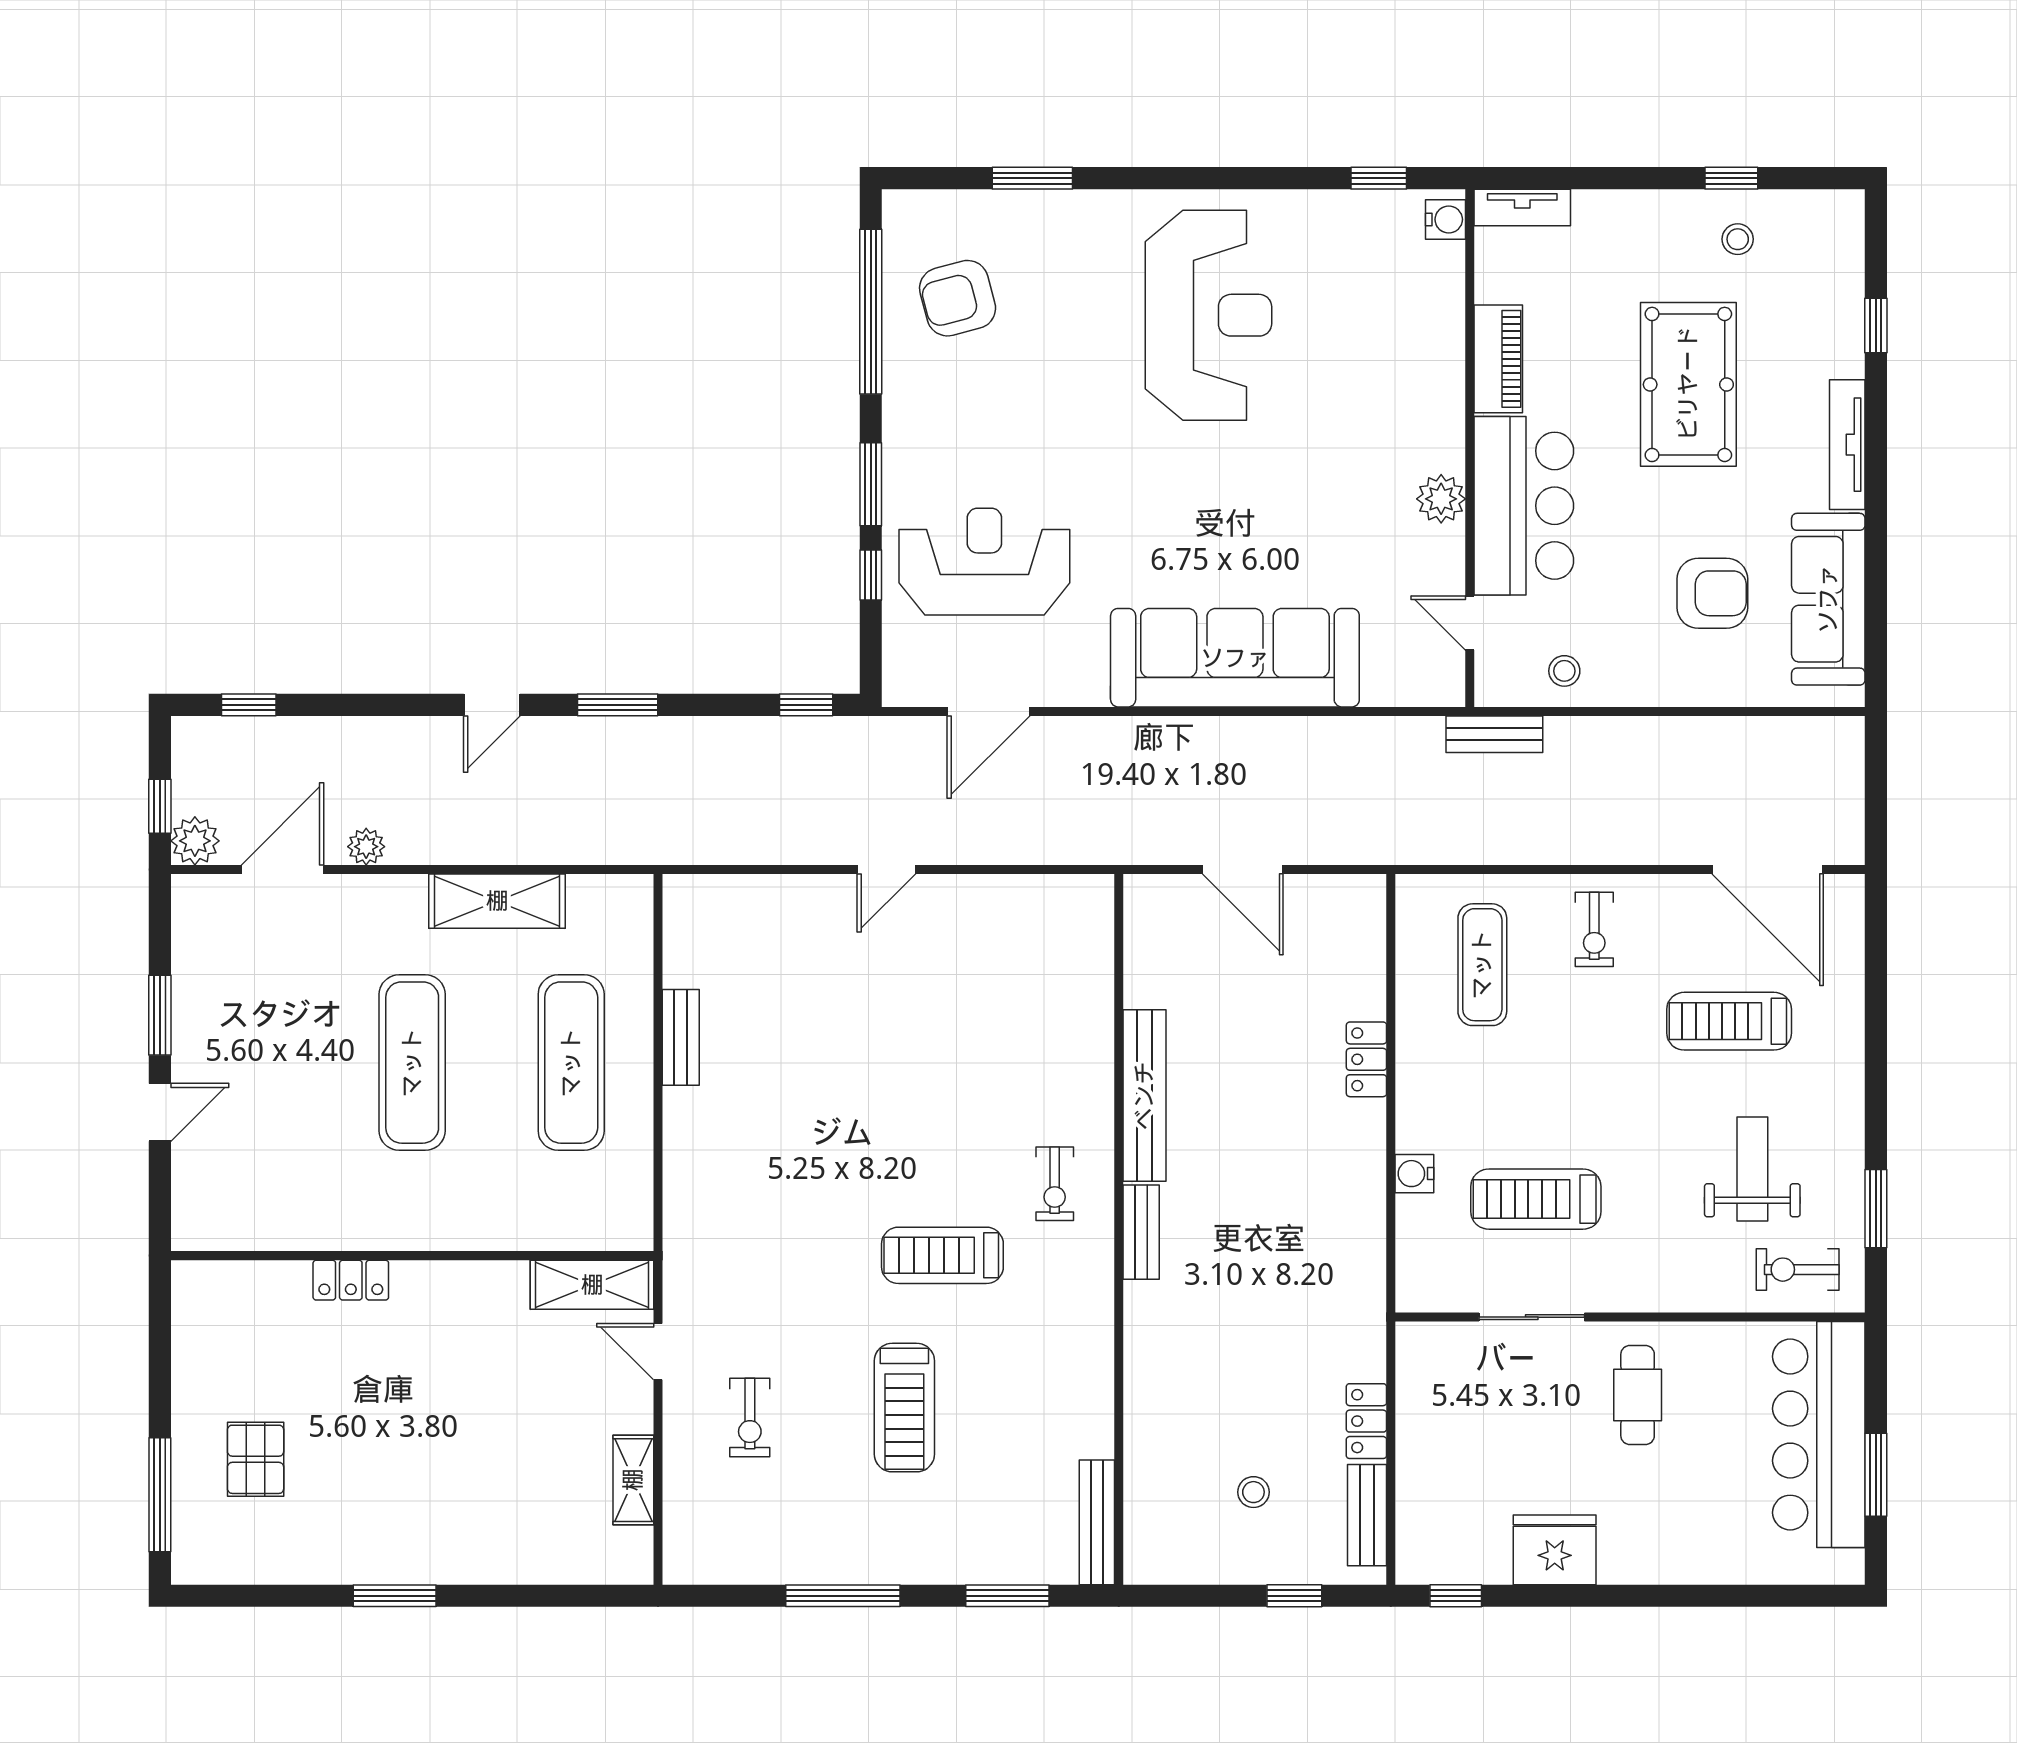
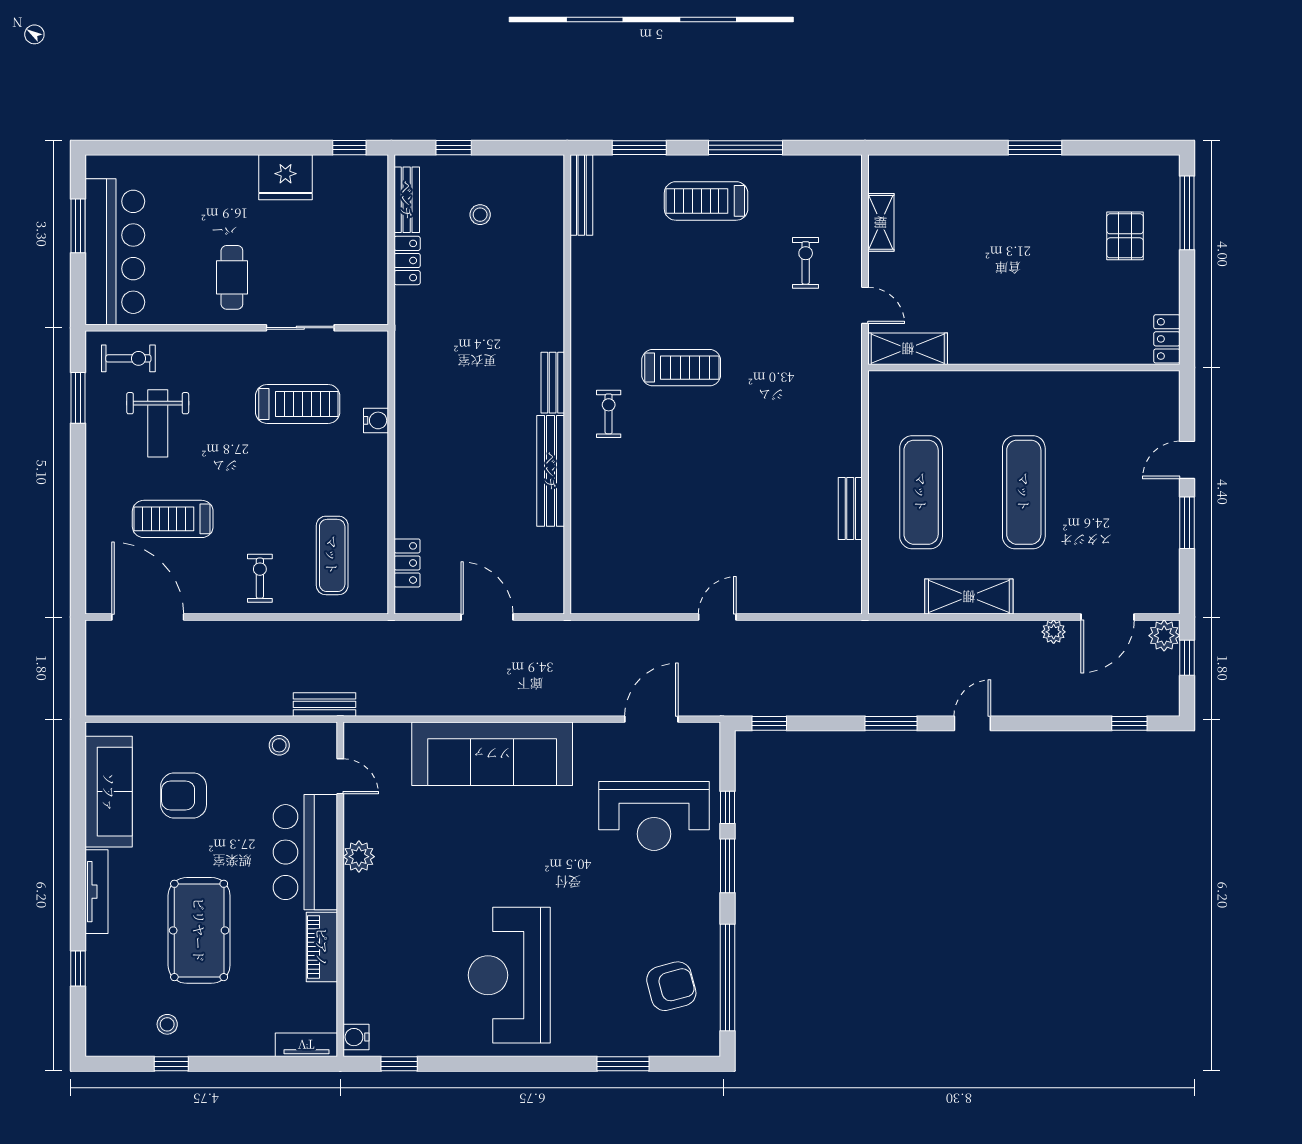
treadmill: (1729, 1021) -> (173, 519), turned 180
locker: (1366, 1059) -> (407, 563), moved
locker: (351, 1280) -> (1167, 339), moved, turned -90
treadmill: (904, 1408) -> (706, 201), moved, turned -90

